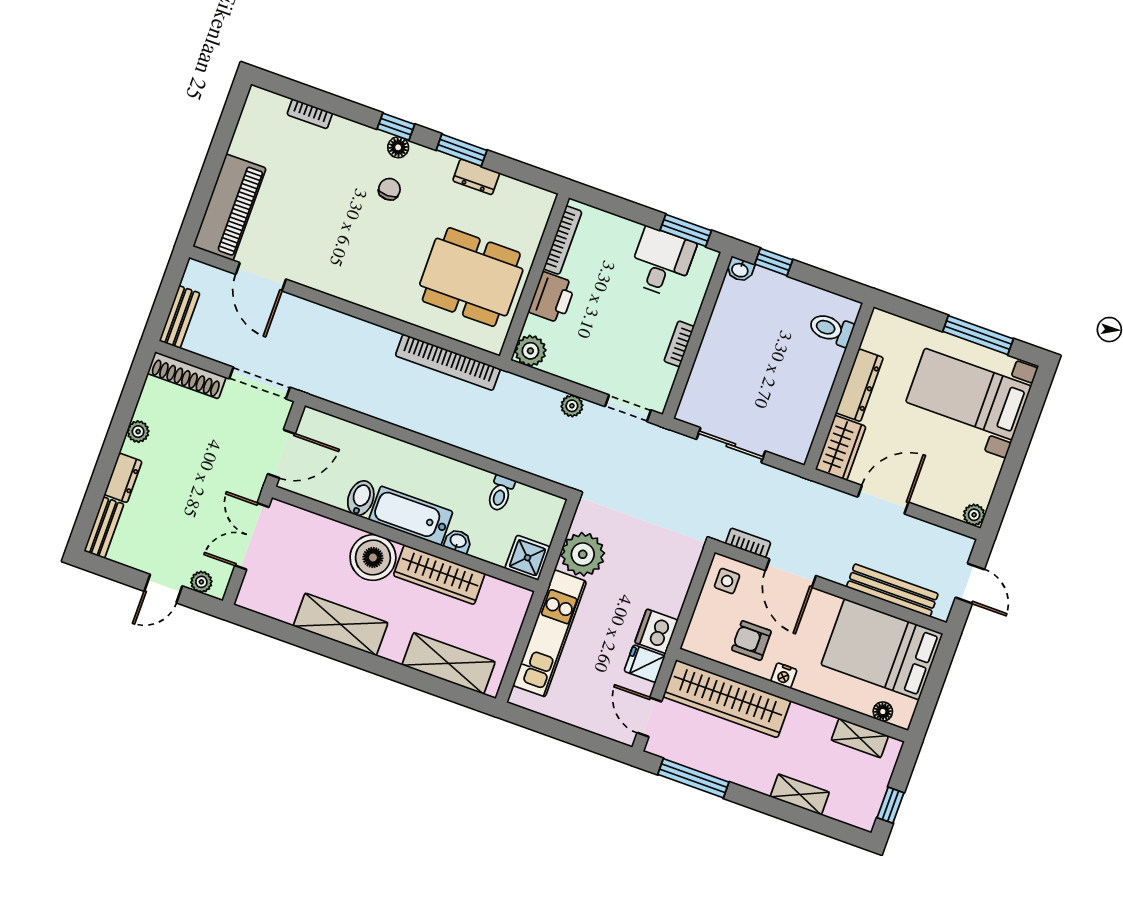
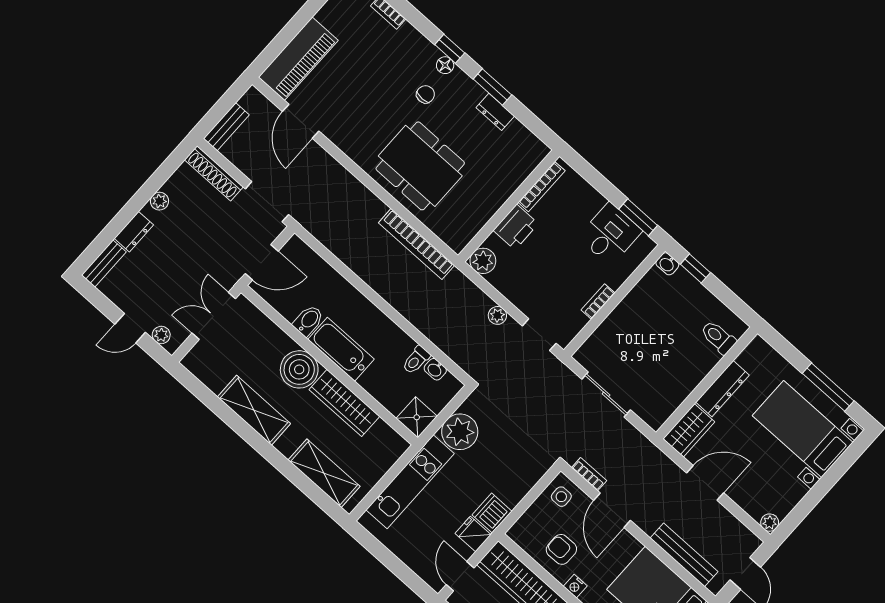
dining table: (471, 277) -> (420, 166), moved
washbasin: (458, 541) -> (435, 369), moved, turned 180

